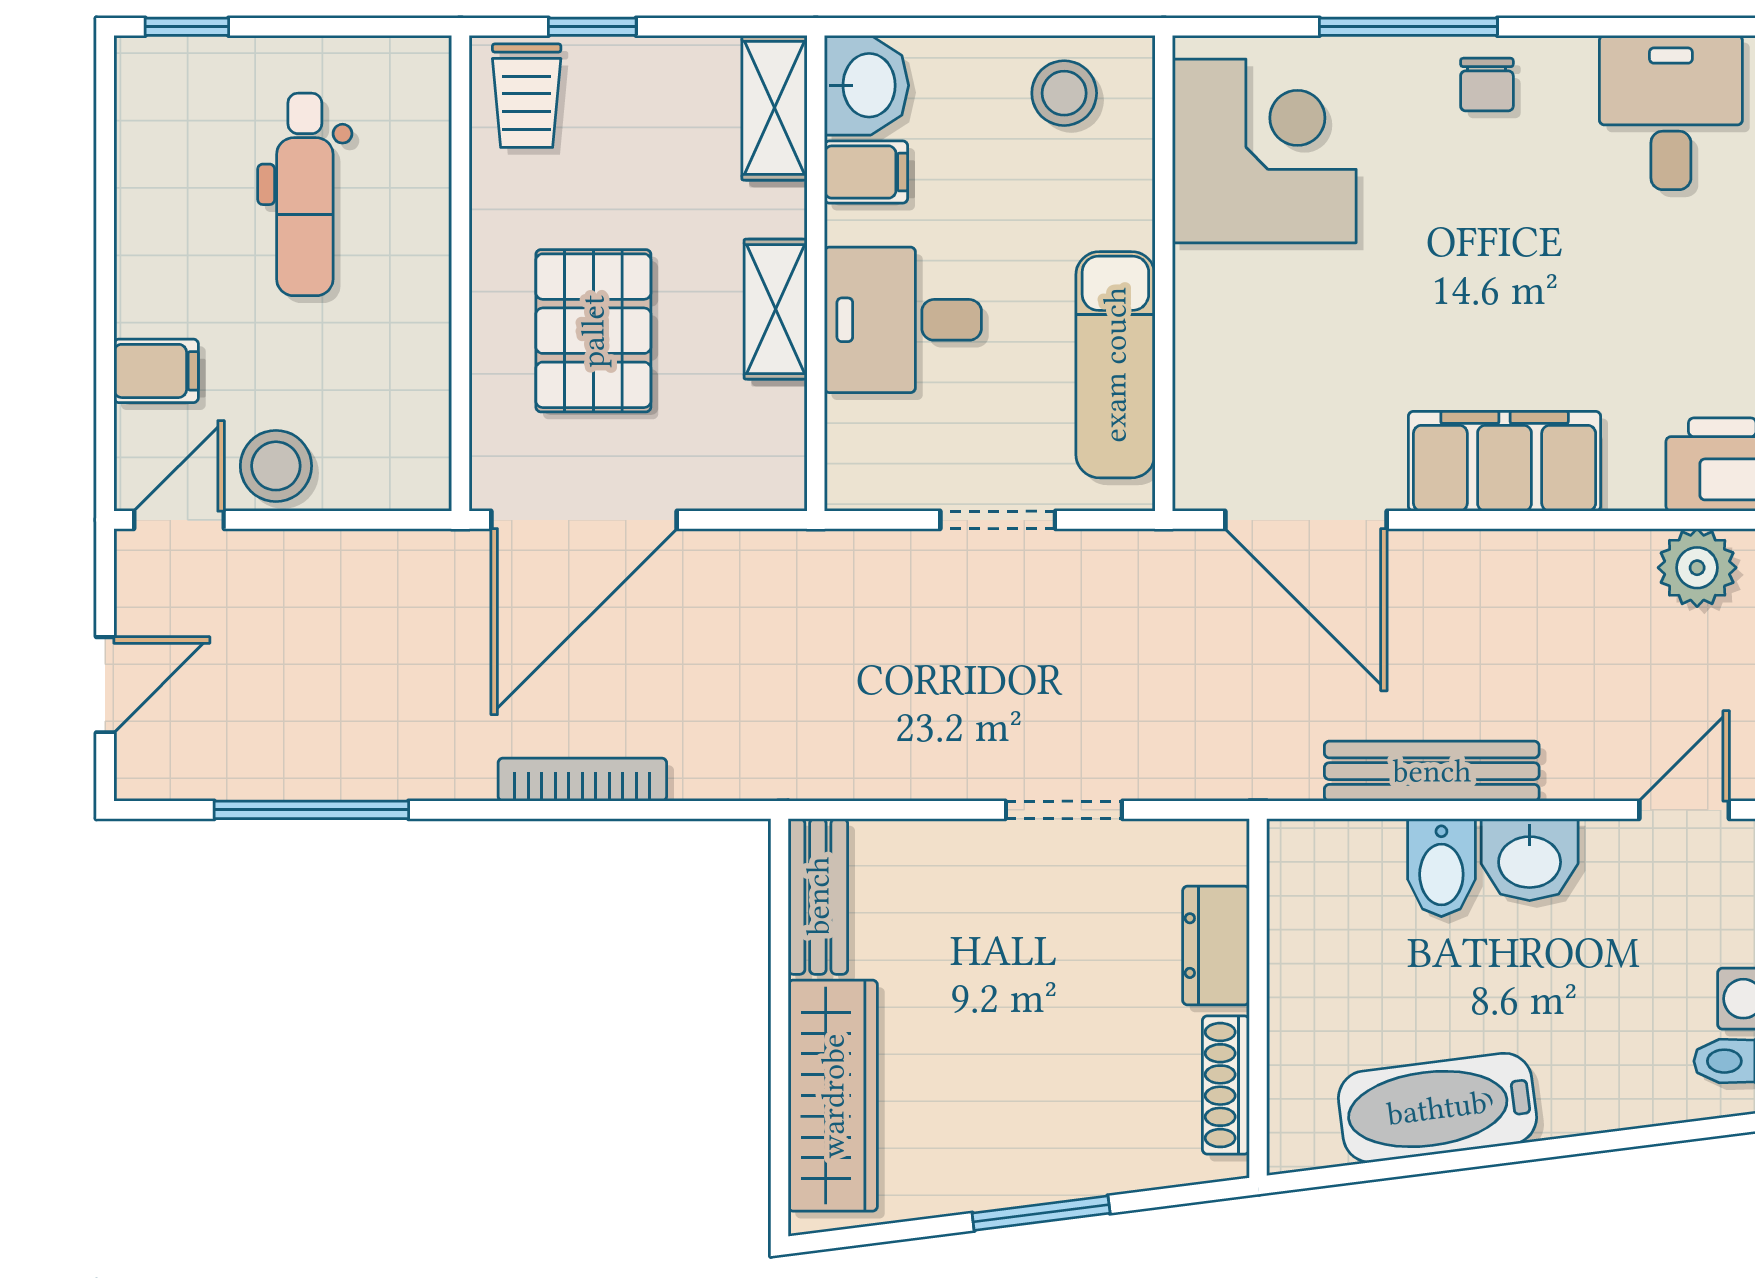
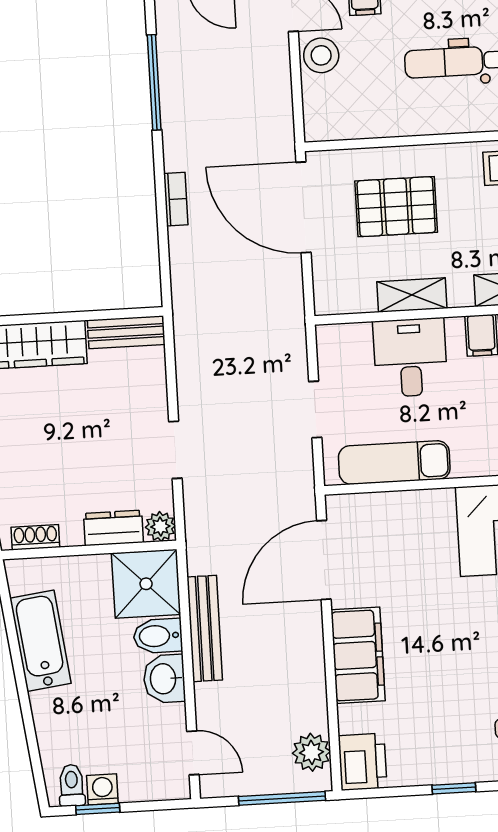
bookcase: (582, 780) -> (176, 199), width x0.64
plant: (1218, 849) -> (160, 527), added
shower: (1334, 885) -> (146, 584), added
shoe rack: (1226, 1085) -> (35, 537), width x0.70

